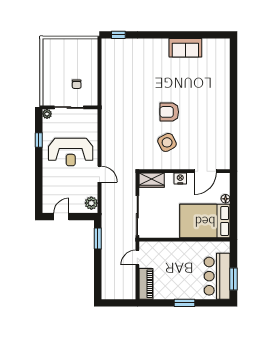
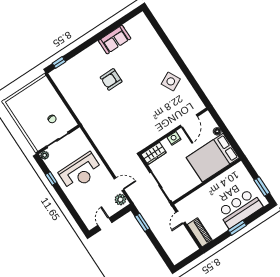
armchair: (169, 112) -> (111, 79), moved
side table: (167, 142) -> (171, 81), moved
door: (100, 174) -> (119, 184), moved
bar counter: (217, 276) -> (240, 209), moved, turned 90

